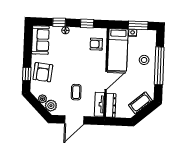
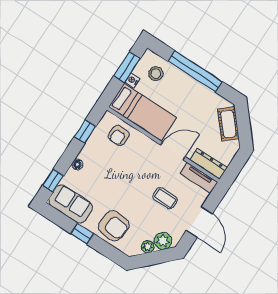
window: (59, 22) -> (53, 180), moved
stool: (144, 60) -> (156, 74), moved
window: (27, 74) -> (82, 234), moved
door: (106, 80) -> (173, 151), hinge flipped

